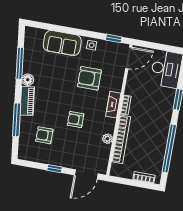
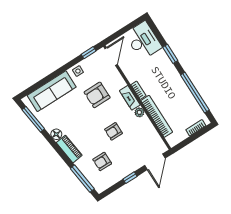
sofa: (62, 43) -> (52, 91), width x1.36
window: (20, 63) -> (33, 119), moved
window: (17, 120) -> (82, 179), moved
plant: (107, 139) -> (139, 112), moved

